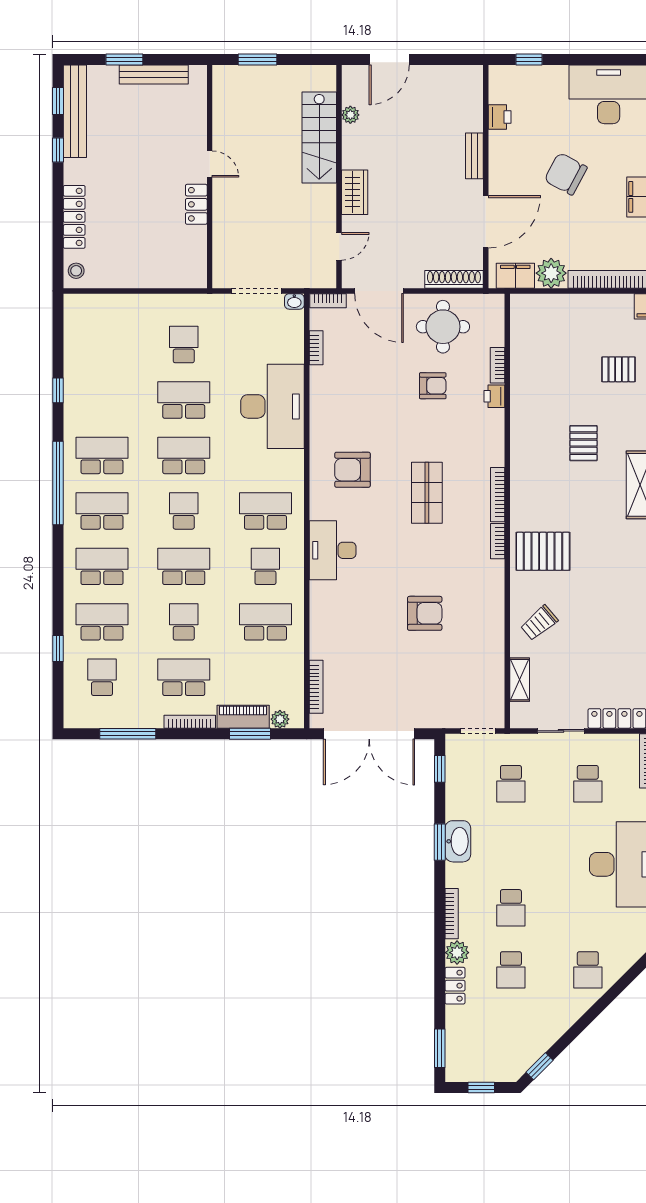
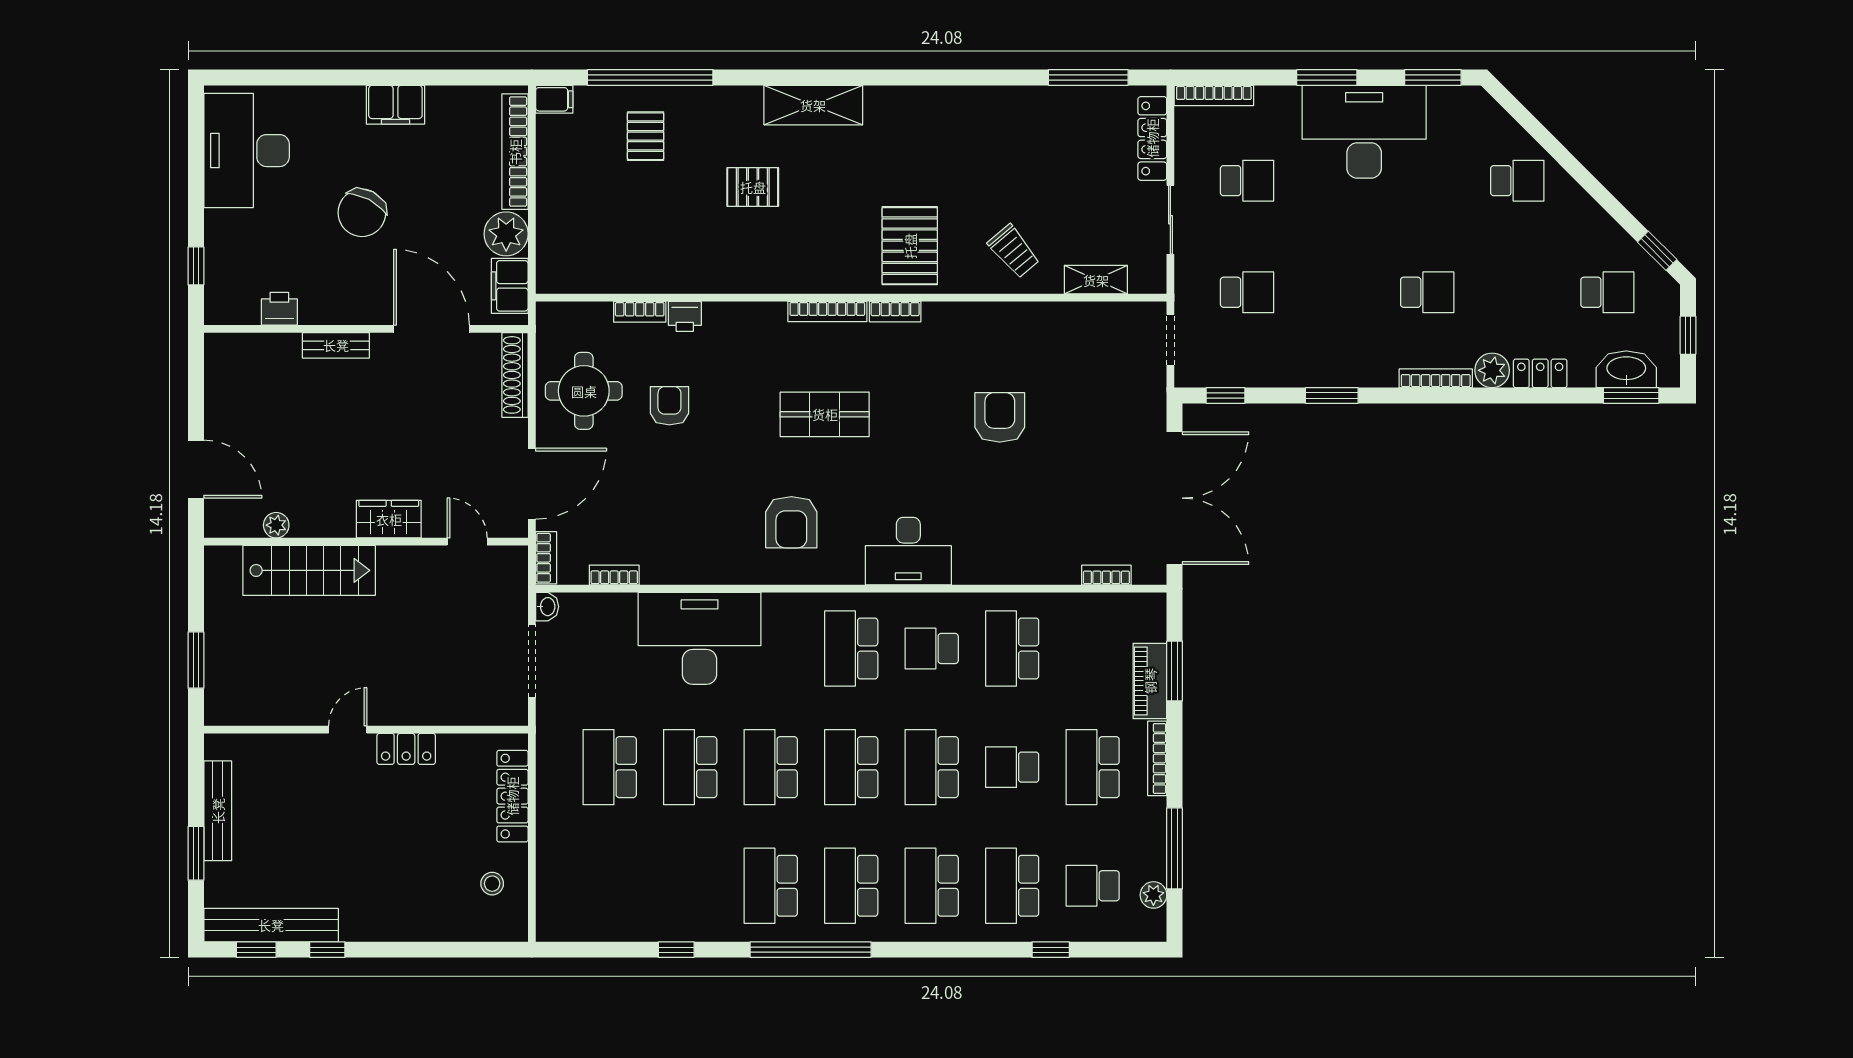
locker: (74, 217) -> (512, 796), moved, turned -90
stool: (76, 271) -> (492, 884), moved
school desk: (184, 345) -> (610, 767), width x1.85
school desk: (184, 511) -> (851, 767), width x1.85
bookcase: (316, 687) -> (1106, 575), width x0.64
plant: (280, 719) -> (1153, 895), moved
washbasin: (458, 841) -> (1626, 369), moved
school desk: (511, 970) -> (1607, 292), moved

